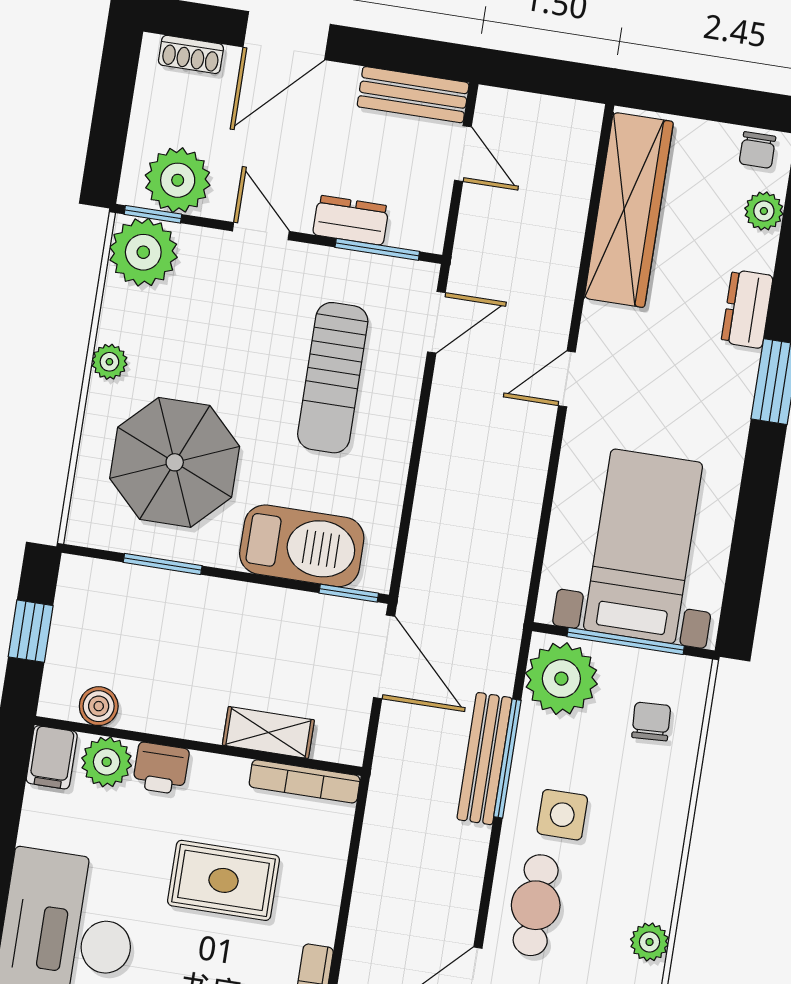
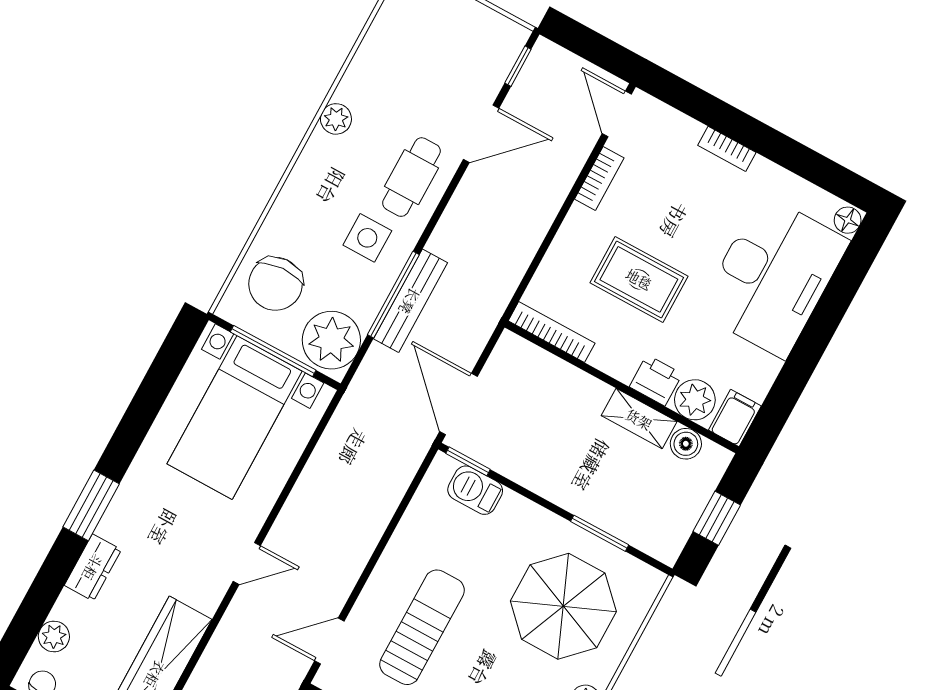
barbecue: (302, 546) -> (475, 490), width x0.53, depth x0.65
chair: (651, 722) -> (276, 284), width x1.87, depth x1.87
shelving: (268, 732) -> (639, 419), moved

